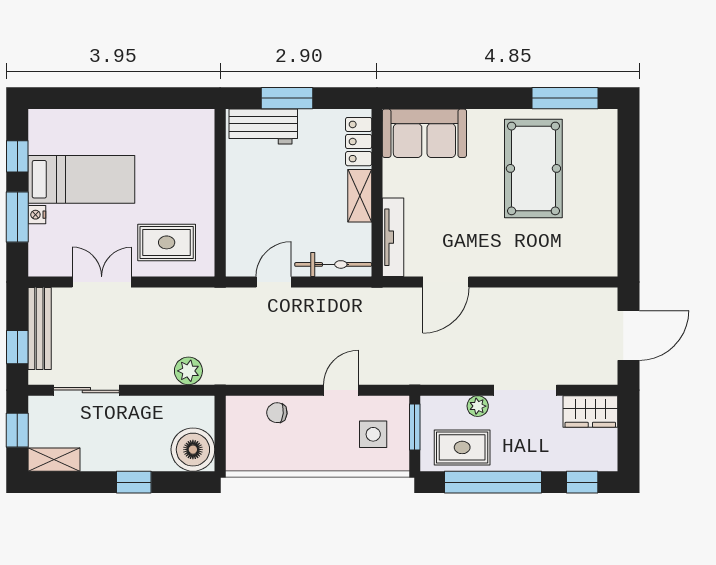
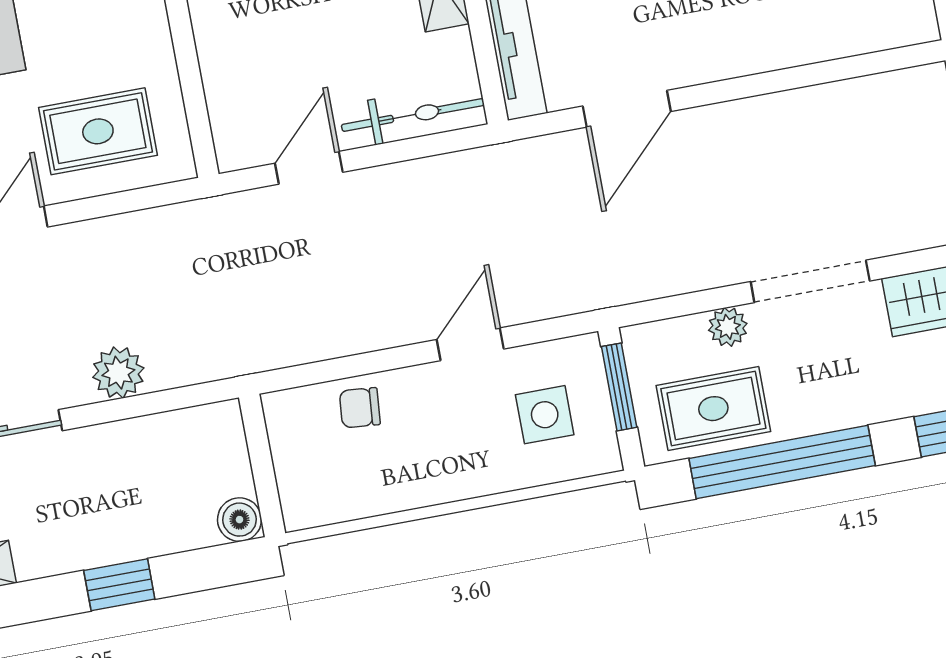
plant: (188, 371) -> (118, 373), moved
boiler: (193, 450) -> (240, 520), width x0.54, depth x0.54

